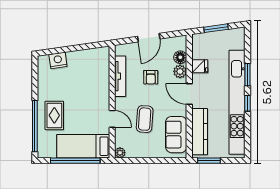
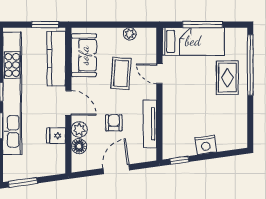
window: (216, 28) -> (23, 182), moved
window: (95, 45) -> (179, 160), added
nightstand: (58, 60) -> (206, 145), moved
plant: (120, 153) -> (130, 34), moved
window: (75, 161) -> (203, 25), width x0.68

